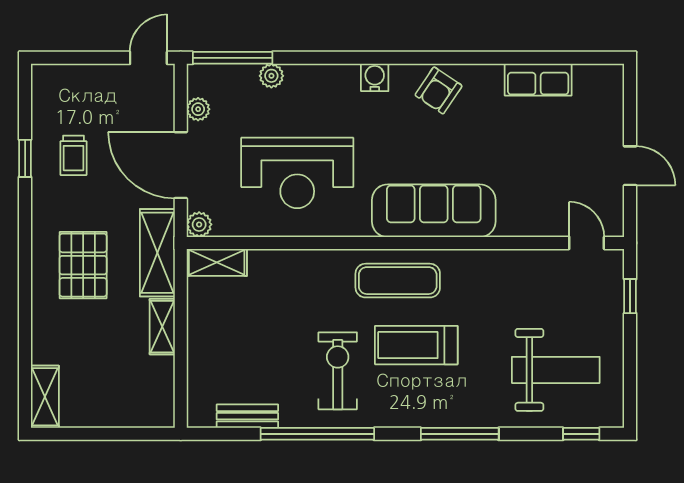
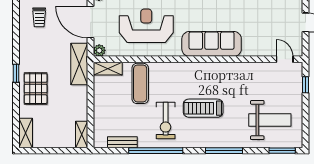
window: (25, 158) -> (16, 73), moved
reception desk: (297, 173) -> (146, 26), turned 180
pallet: (83, 265) -> (36, 89), moved
exercise mat: (398, 281) -> (140, 83), moved, turned 90
shelving: (162, 327) -> (82, 134), moved
exercise bike: (338, 371) -> (166, 120), turned 180
window: (581, 434) -> (282, 151), width x1.50

